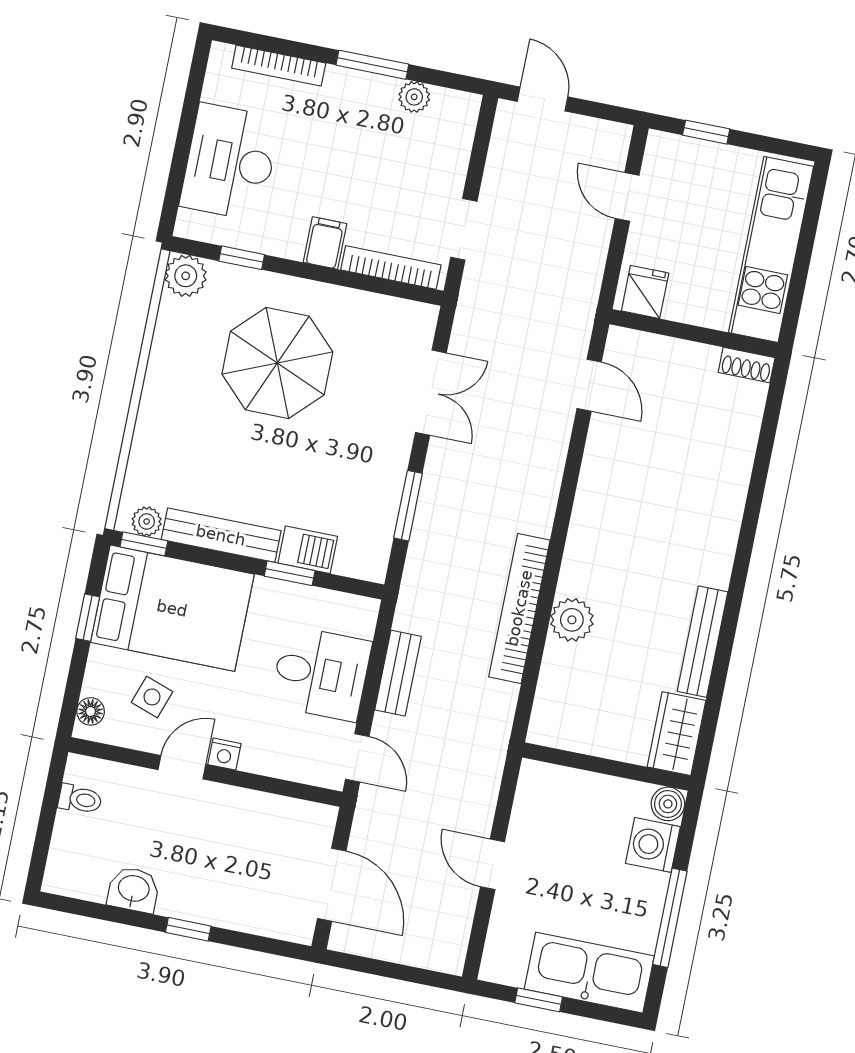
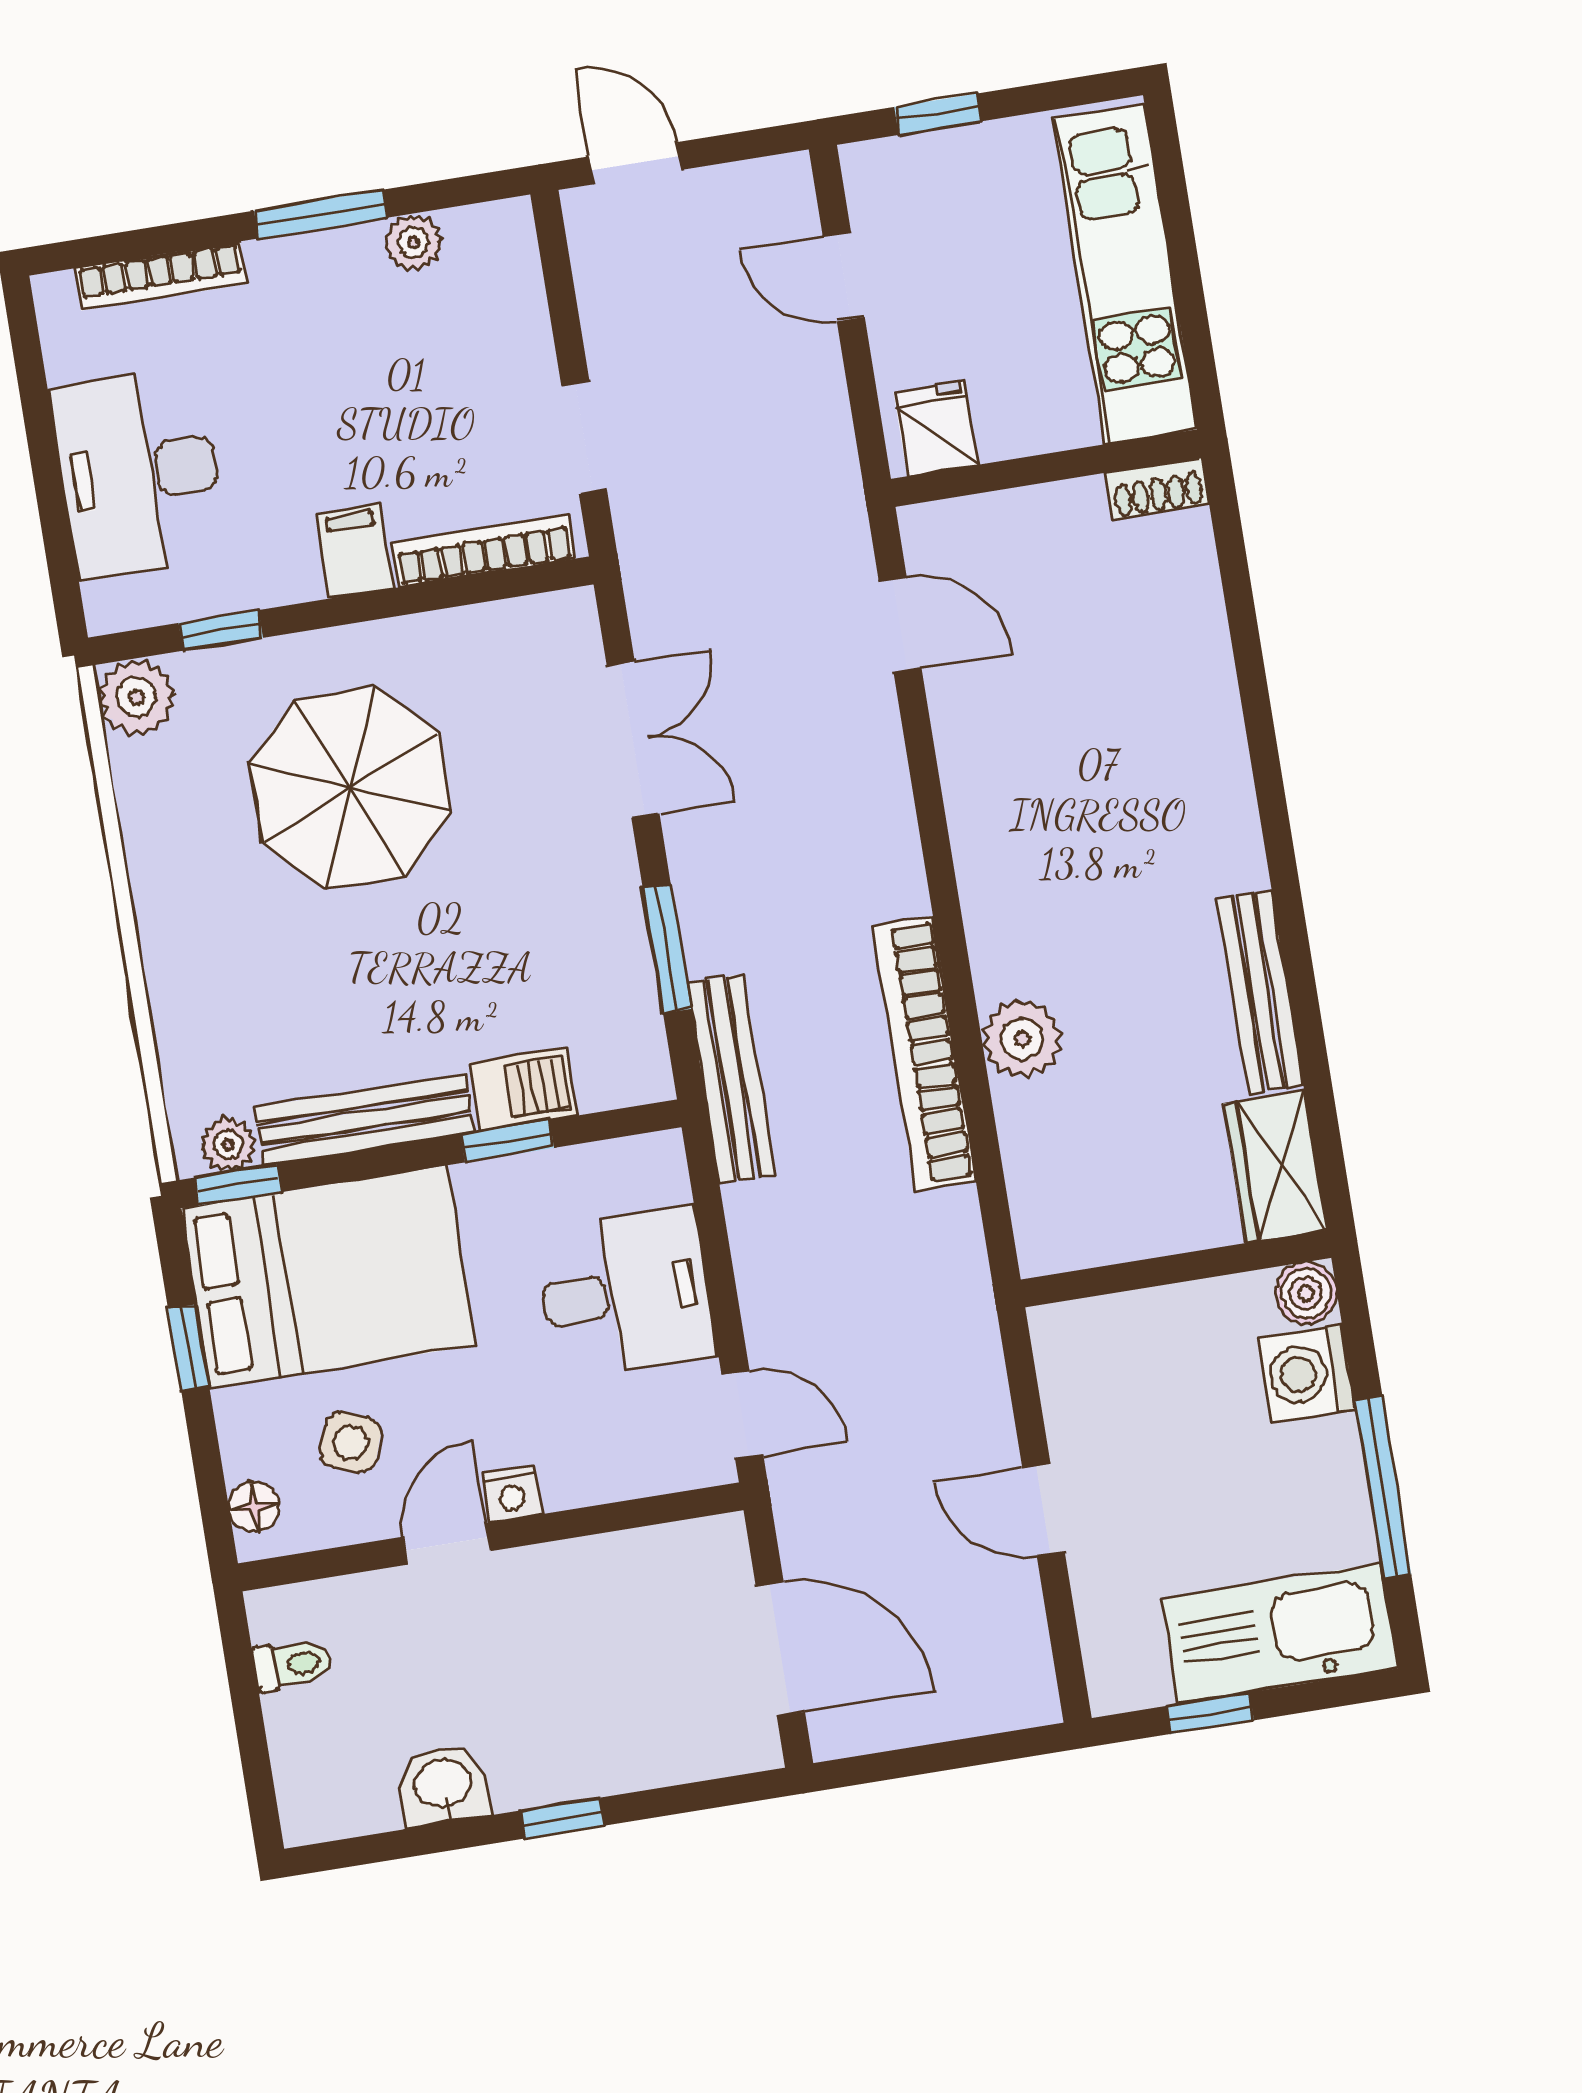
bench: (398, 673) -> (731, 1079), moved, width x1.36

